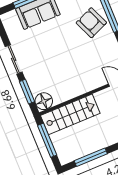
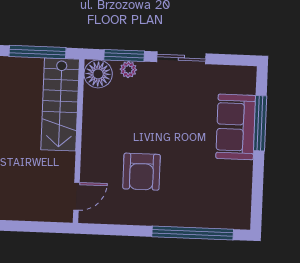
armchair: (91, 23) -> (142, 172), moved, turned 113
plant: (34, 86) -> (128, 70), added

